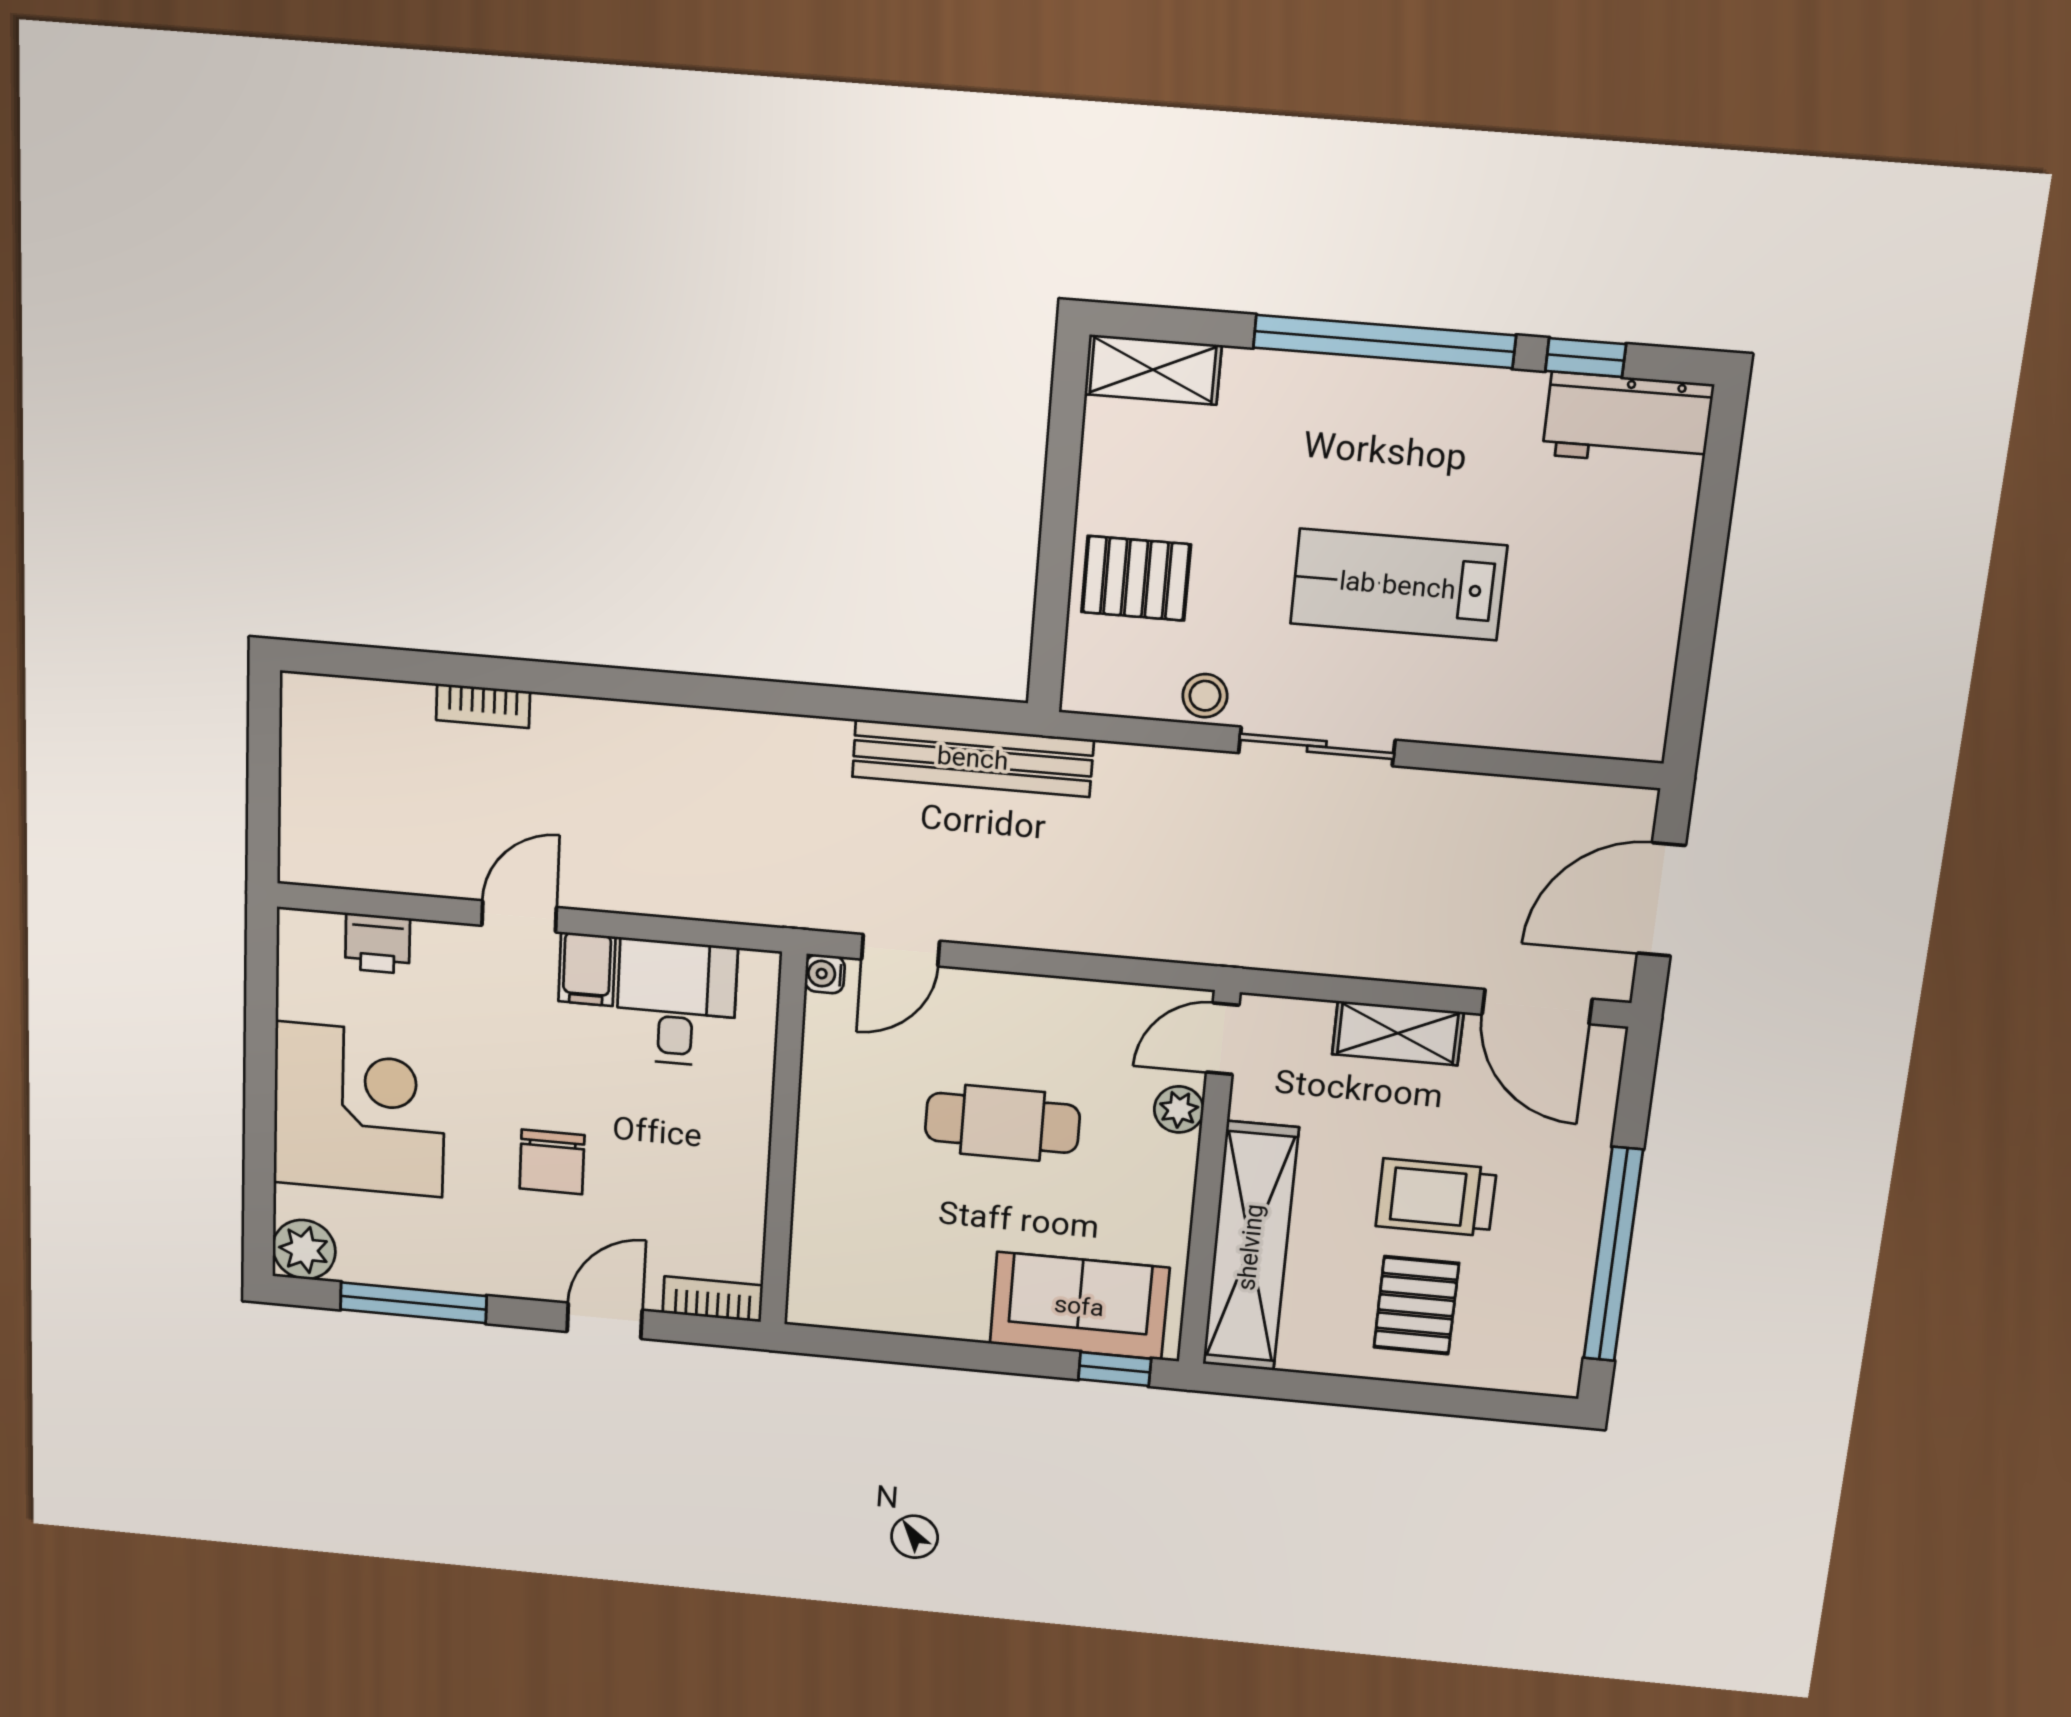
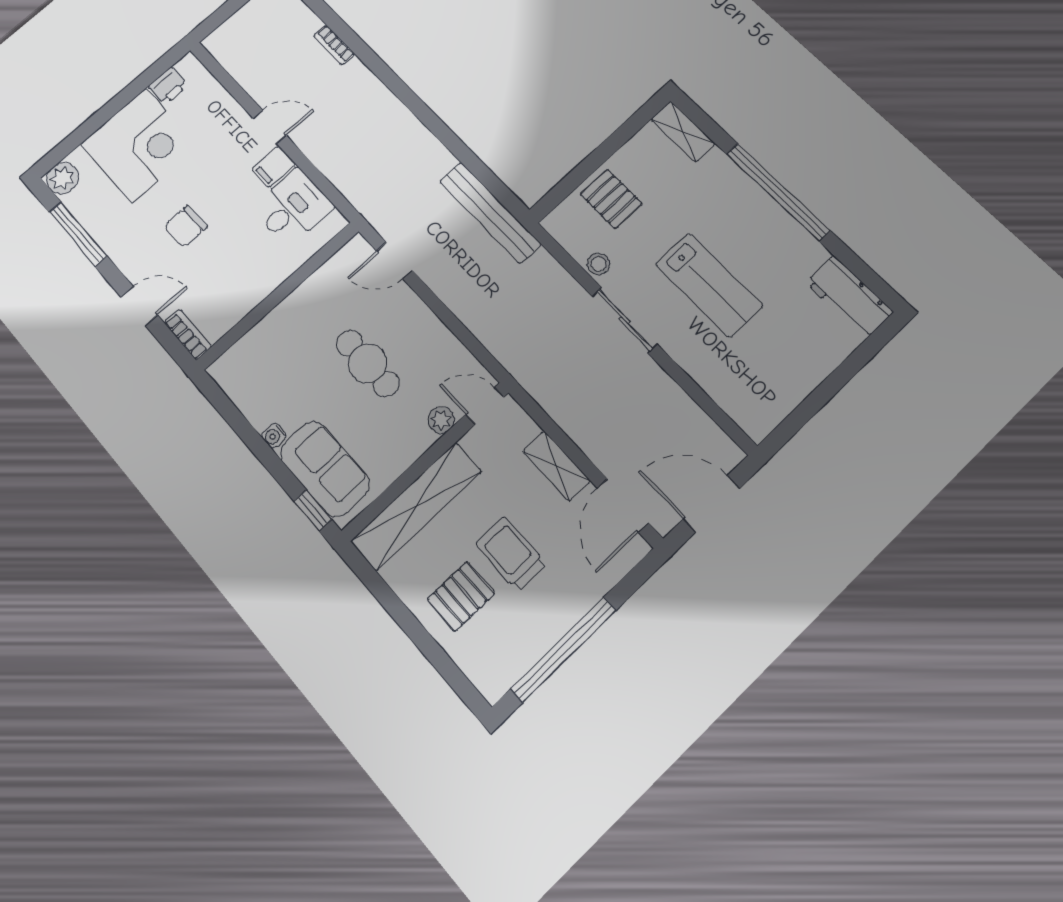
window: (1586, 358) -> (851, 260), removed
lab bench: (1398, 585) -> (709, 285), turned 180
printer: (378, 944) -> (168, 86), moved, turned -90
water cooler: (825, 974) -> (274, 436), moved, turned -90

